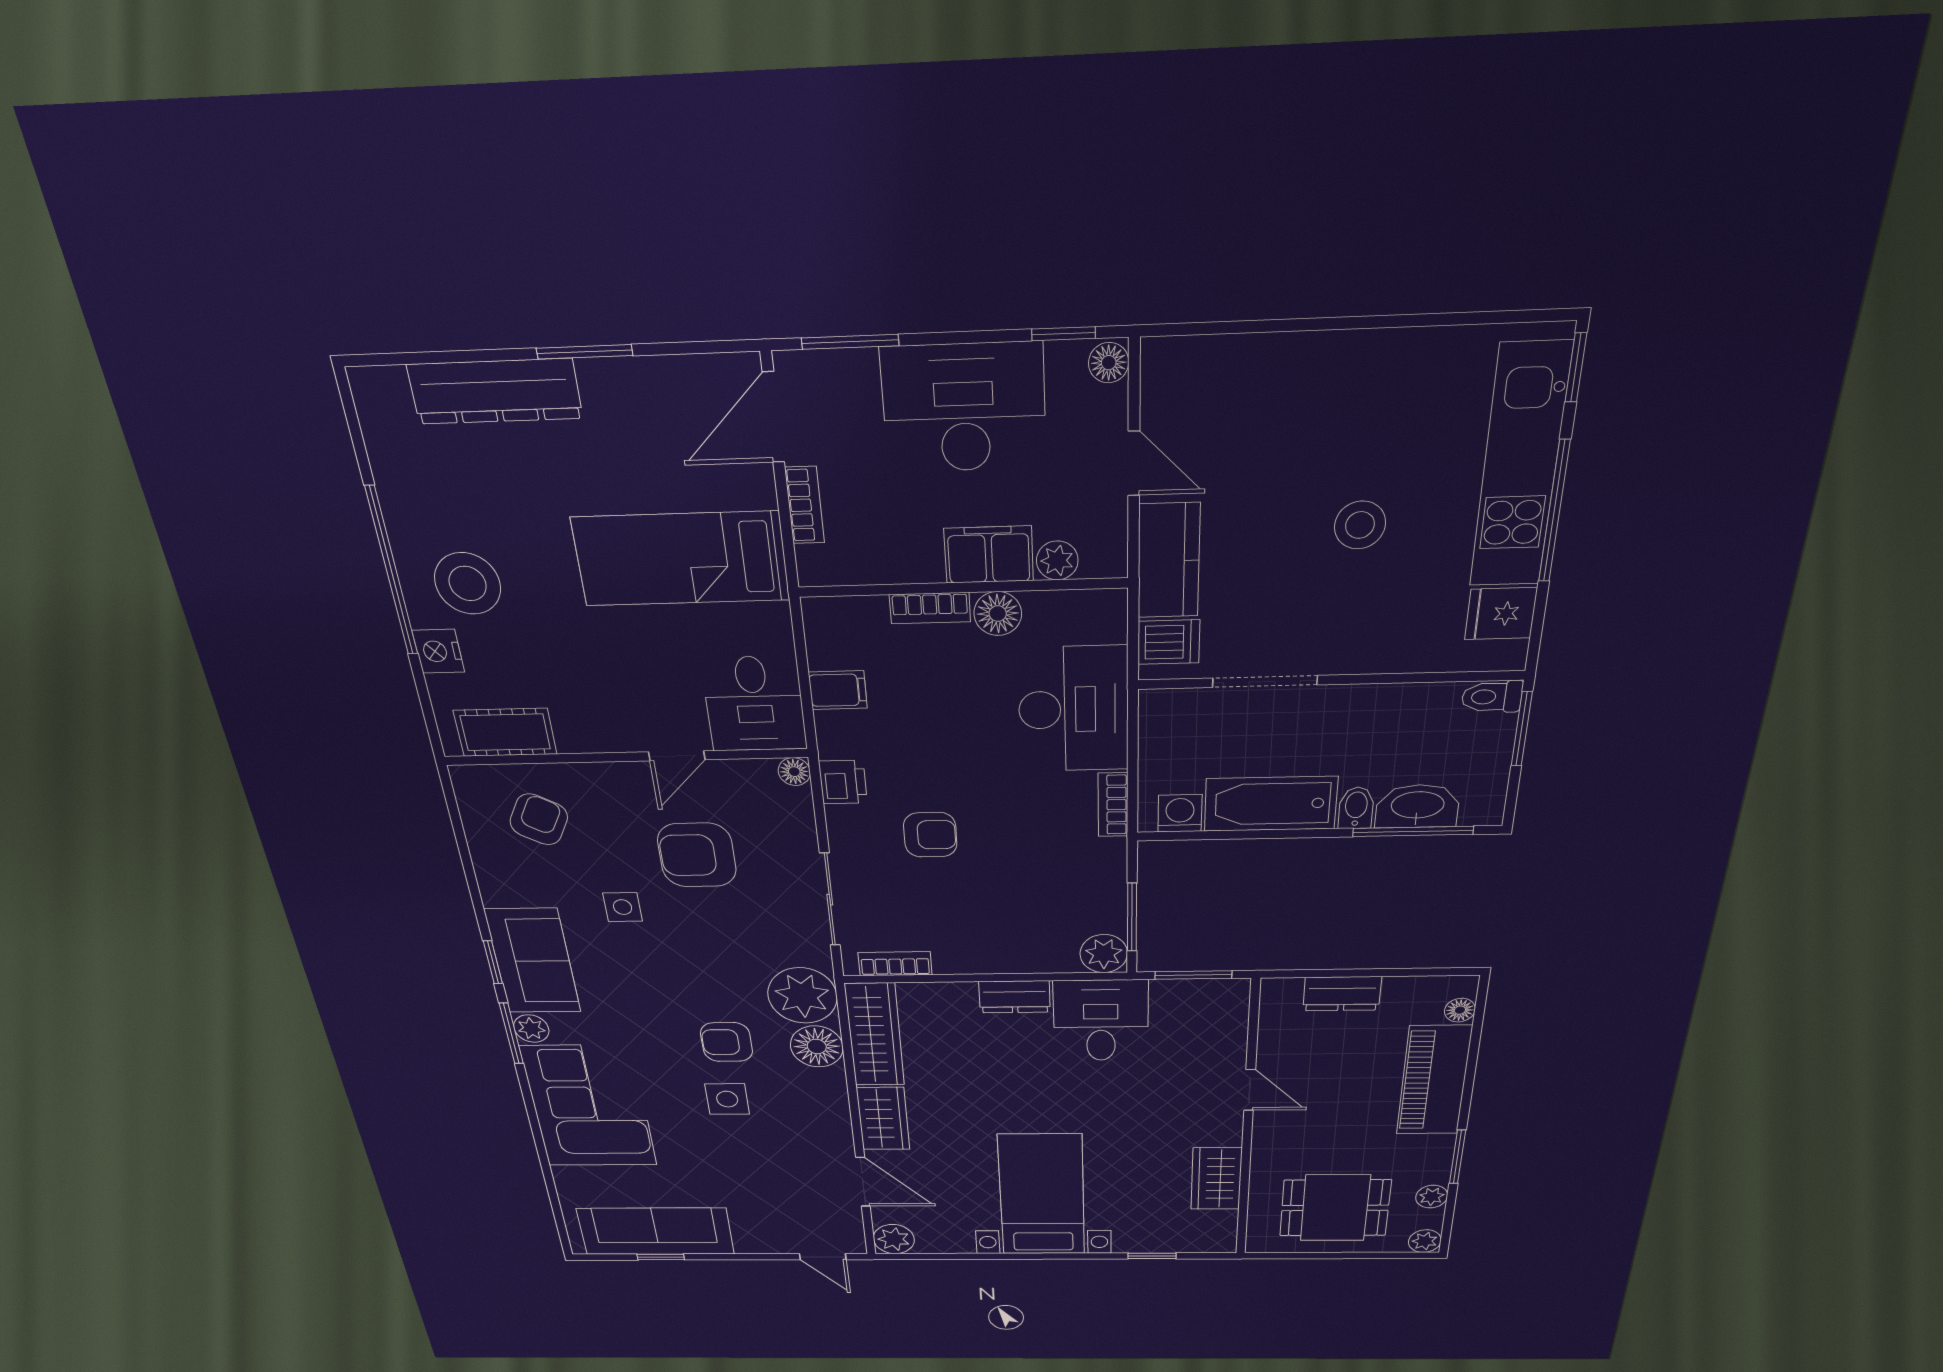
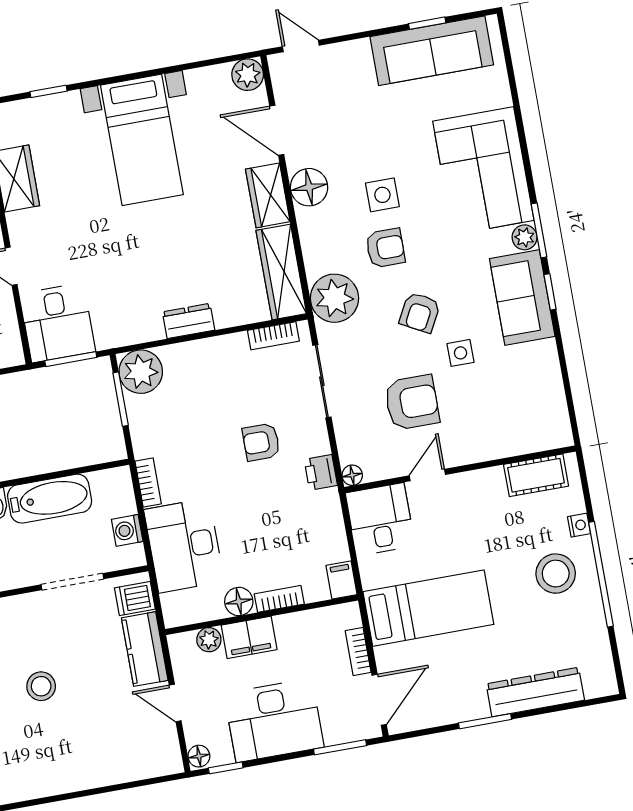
nightstand: (438, 651) -> (579, 525), width x0.72, depth x0.74
filing cabinet: (838, 690) -> (342, 580), moved, turned 90
washing machine: (1180, 813) -> (127, 530), moved, turned 90
armchair: (539, 819) -> (420, 312), moved
plant: (1104, 954) -> (141, 372), width x1.36, depth x1.36
desk: (1101, 1021) -> (58, 323), moved
floor lamp: (817, 1046) -> (309, 187), moved

